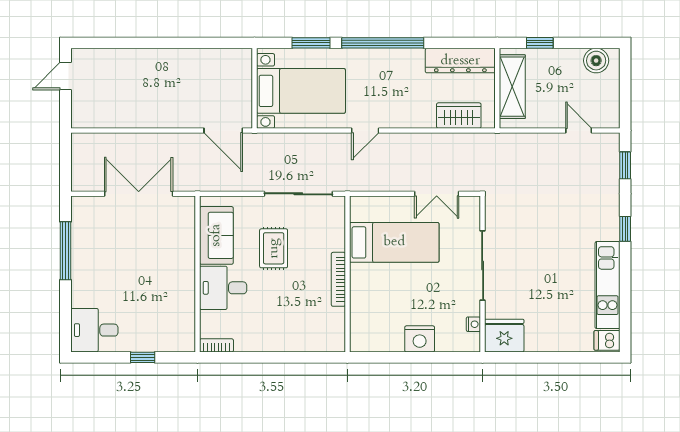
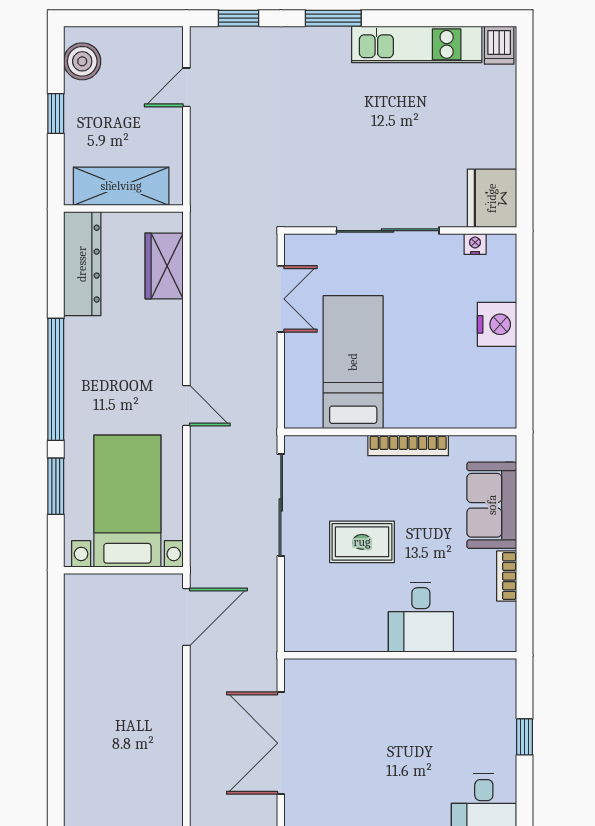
window: (540, 43) -> (56, 114), moved
window: (625, 229) -> (333, 18), width x1.50
sofa: (216, 235) -> (492, 505), moved, turned -90
bookcase: (216, 345) -> (507, 576), moved

